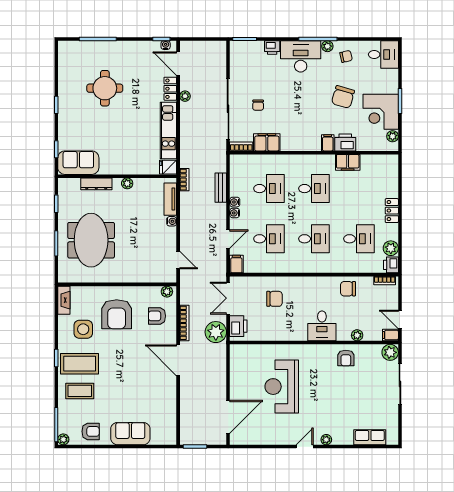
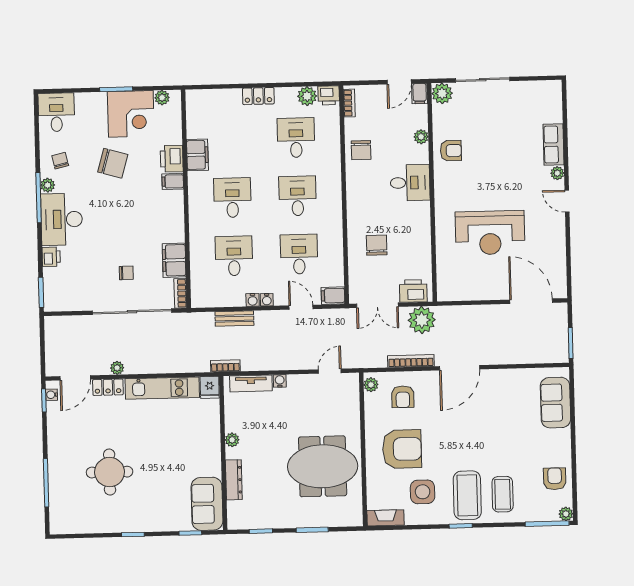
meeting table: (91, 240) -> (323, 466), moved
sofa: (130, 434) -> (555, 403), moved
row of seats: (370, 437) -> (554, 144), moved

